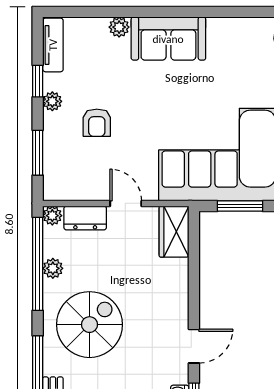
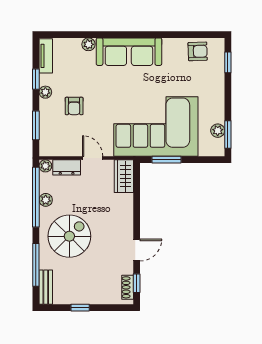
sofa: (168, 39) -> (129, 52), width x1.36

